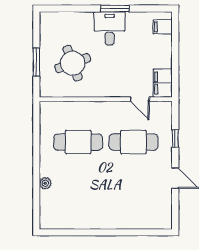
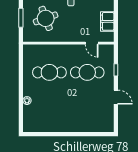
filing cabinet: (163, 83) -> (107, 21), moved

